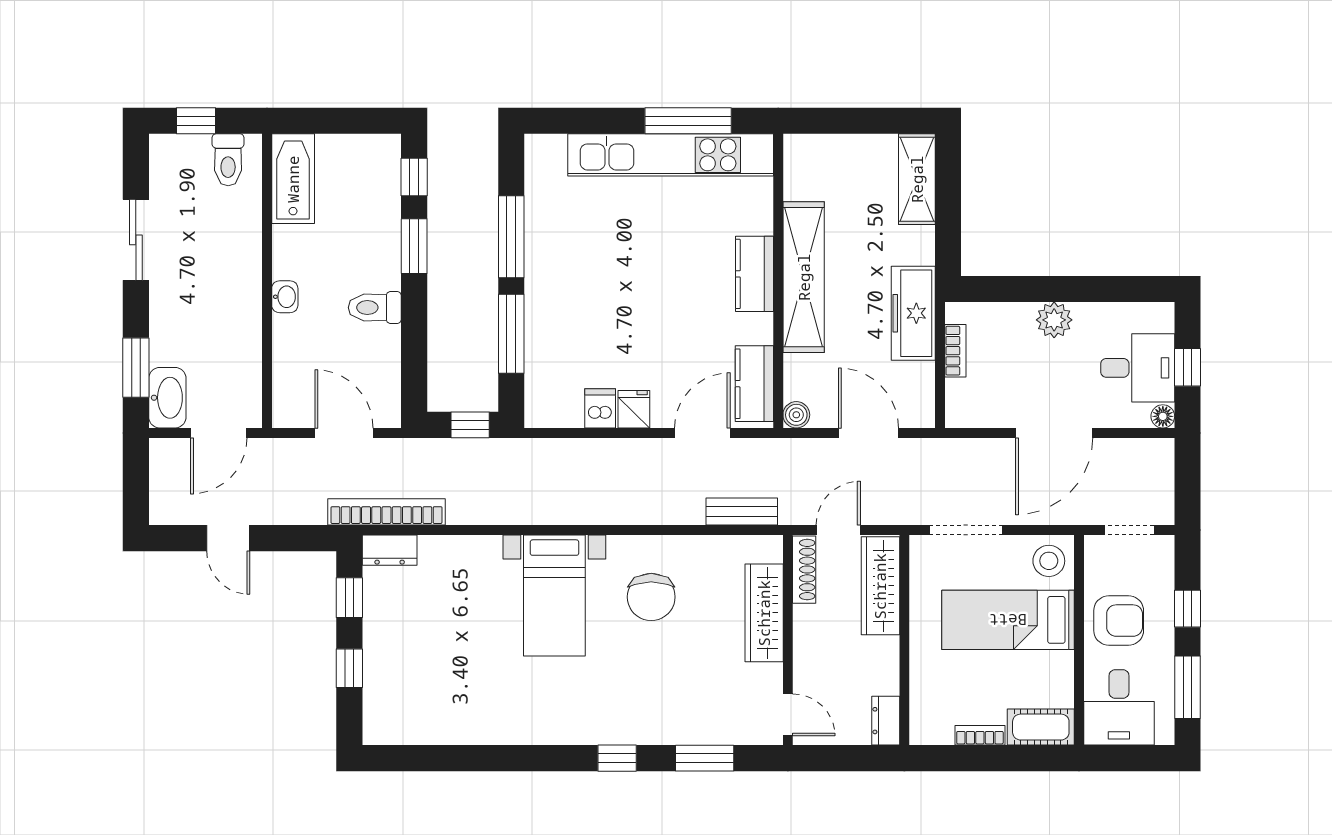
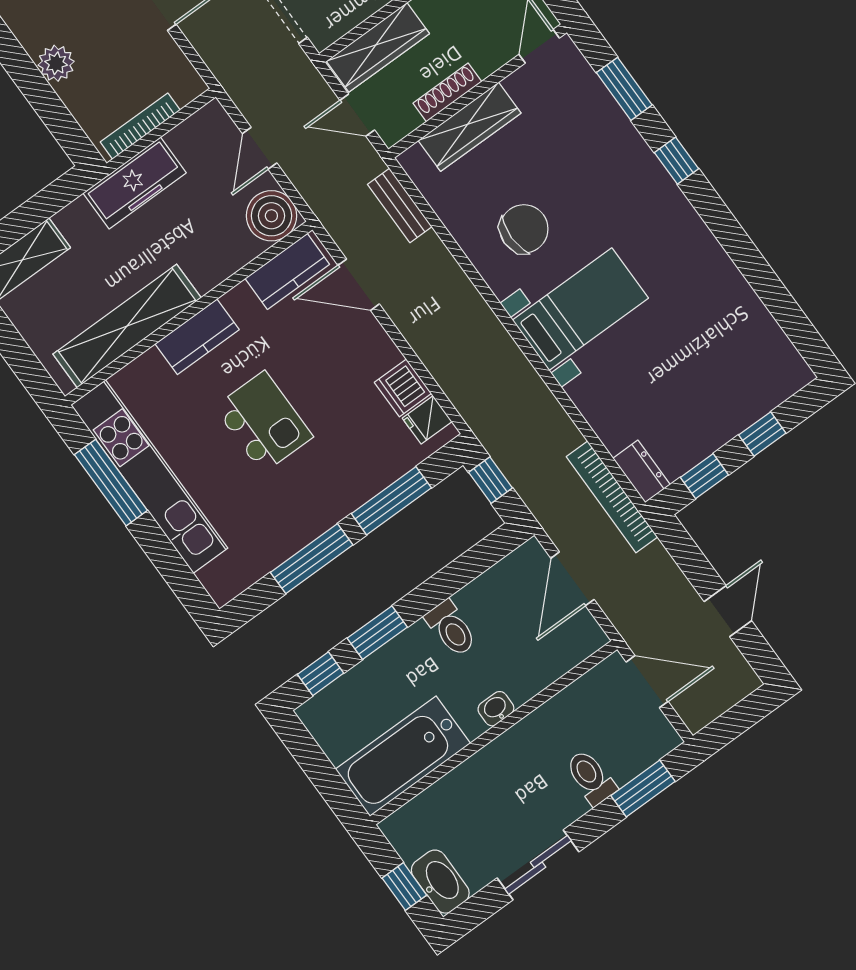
toilet: (228, 160) -> (591, 777), moved, turned -90
bathtub: (293, 179) -> (403, 756), width x1.36, depth x1.36
shelving: (804, 277) -> (127, 326), moved
kitchen island: (648, 278) -> (264, 422), added
bookcase: (955, 351) -> (140, 126), width x1.56
washbasin: (167, 398) -> (440, 882), moved, turned 90
dishwasher: (600, 408) -> (403, 388), width x1.38
fridge: (634, 409) -> (427, 420), moved
boiler: (796, 415) -> (271, 216), width x1.86, depth x1.86
door: (868, 433) -> (260, 148), width x0.73
shoe rack: (804, 570) -> (447, 92), moved

